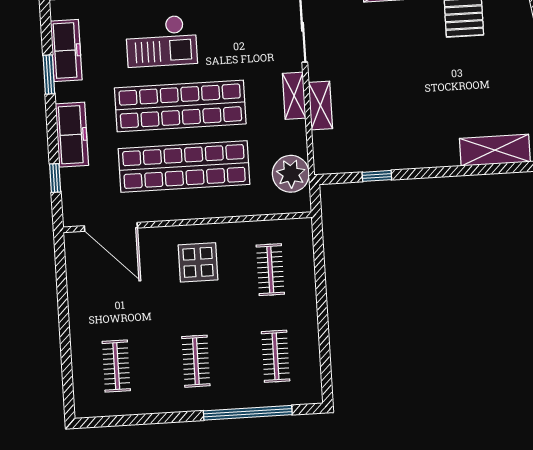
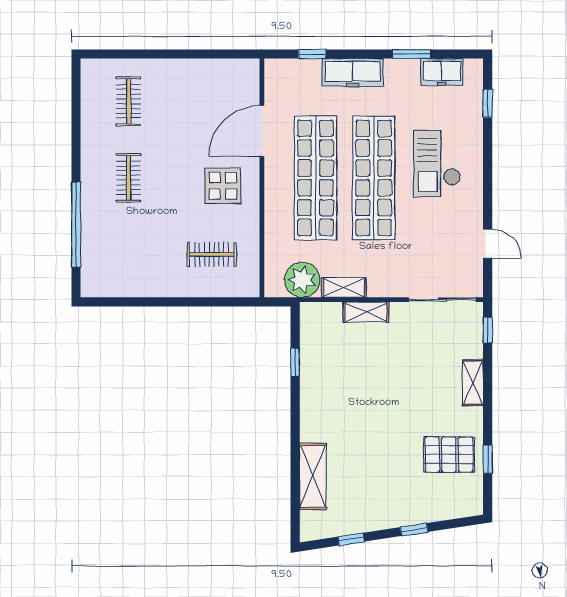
freezer: (66, 50) -> (442, 72), width x0.71
shelving: (294, 96) -> (344, 287), moved
door: (111, 227) -> (262, 131), moved
clothes rail: (276, 356) -> (128, 254), removed
clothes rail: (196, 361) -> (128, 178), turned 90
clothes rail: (116, 366) -> (128, 101), turned 90

